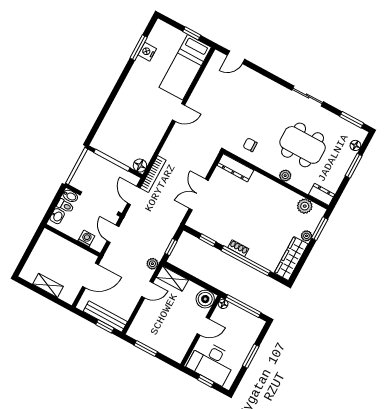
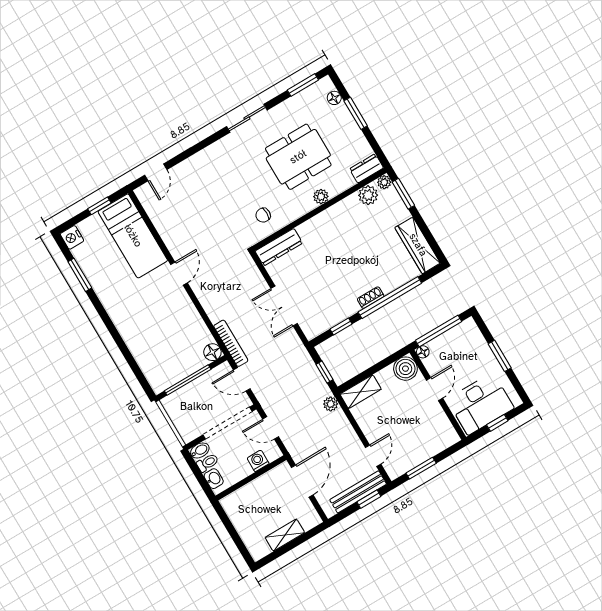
nightstand: (147, 52) -> (72, 237), moved
plant: (306, 236) -> (384, 182), moved
door: (147, 290) -> (373, 456), moved

